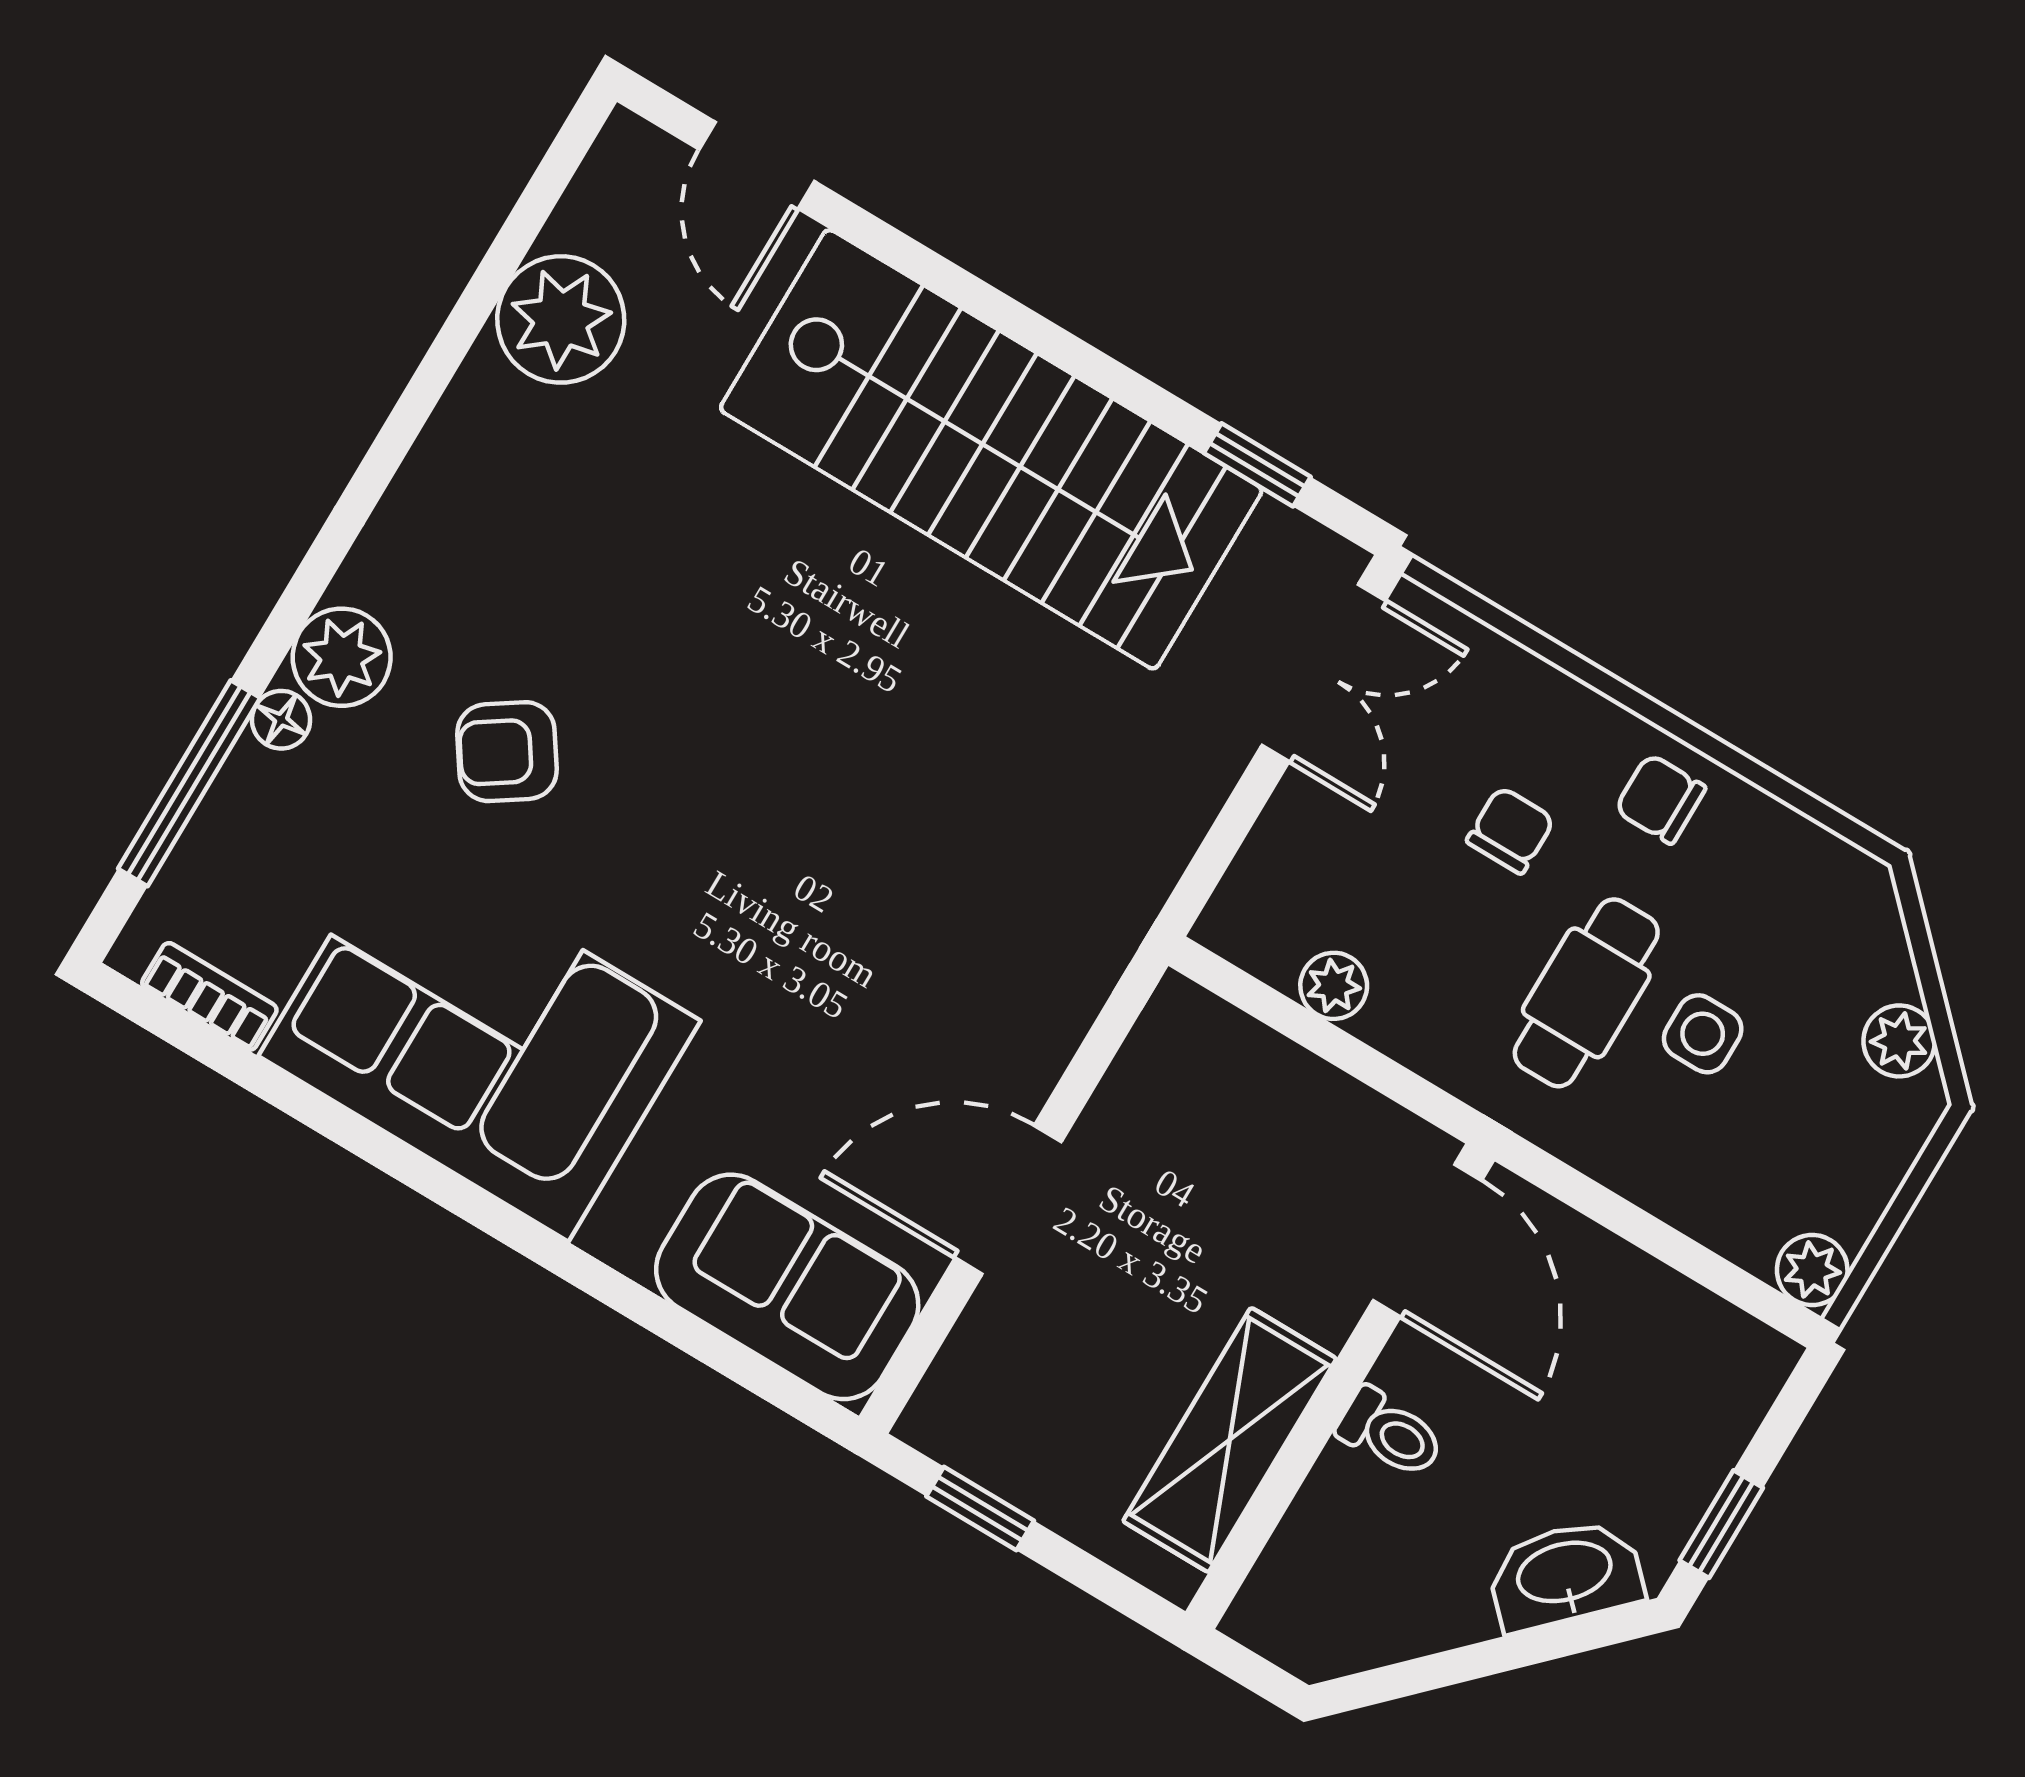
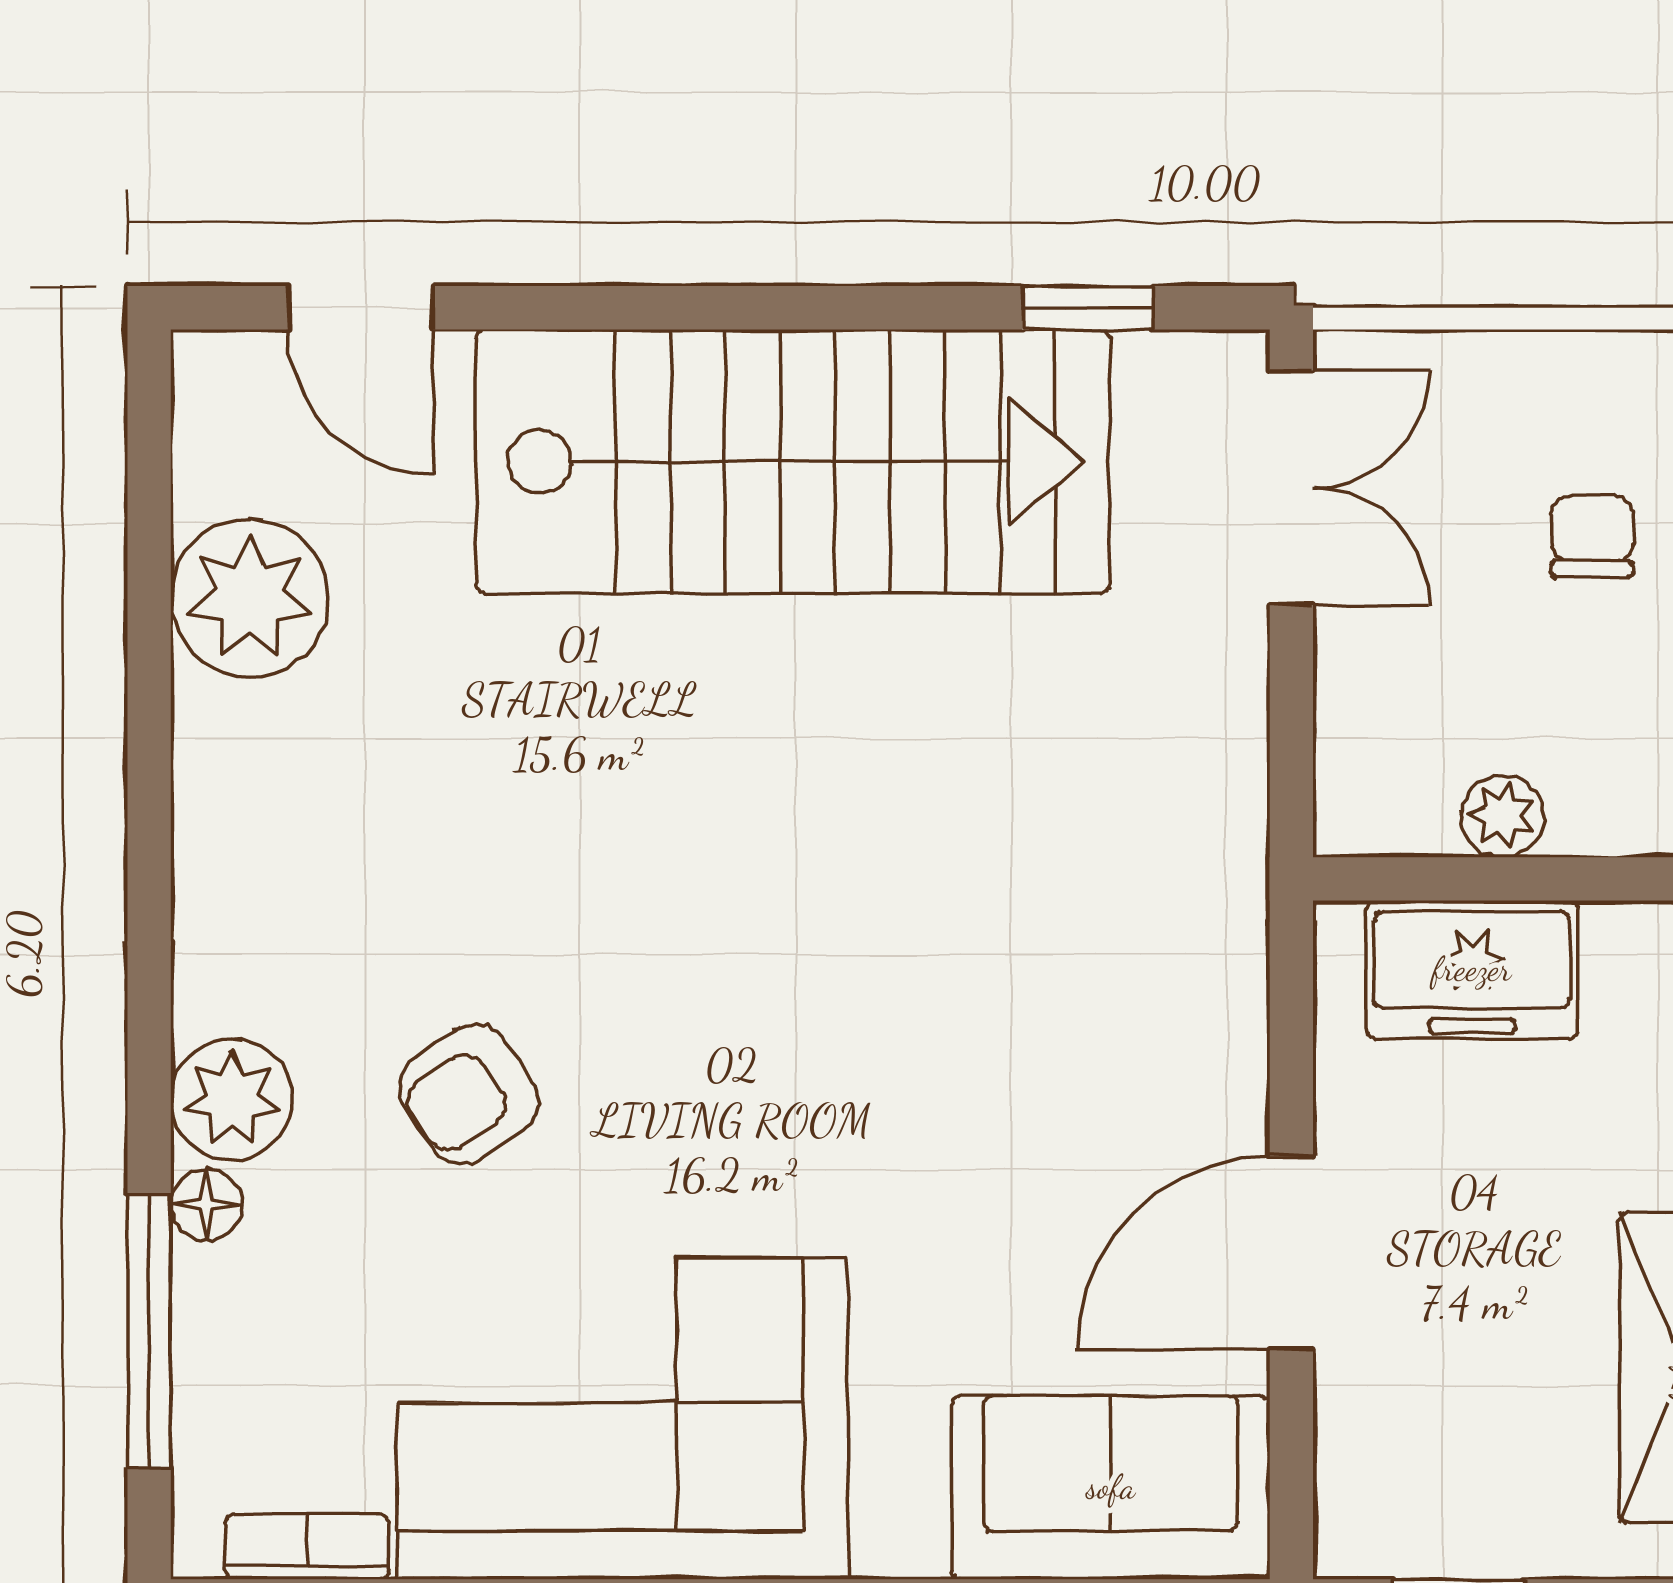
freezer: (1249, 1079) -> (1472, 969), added

